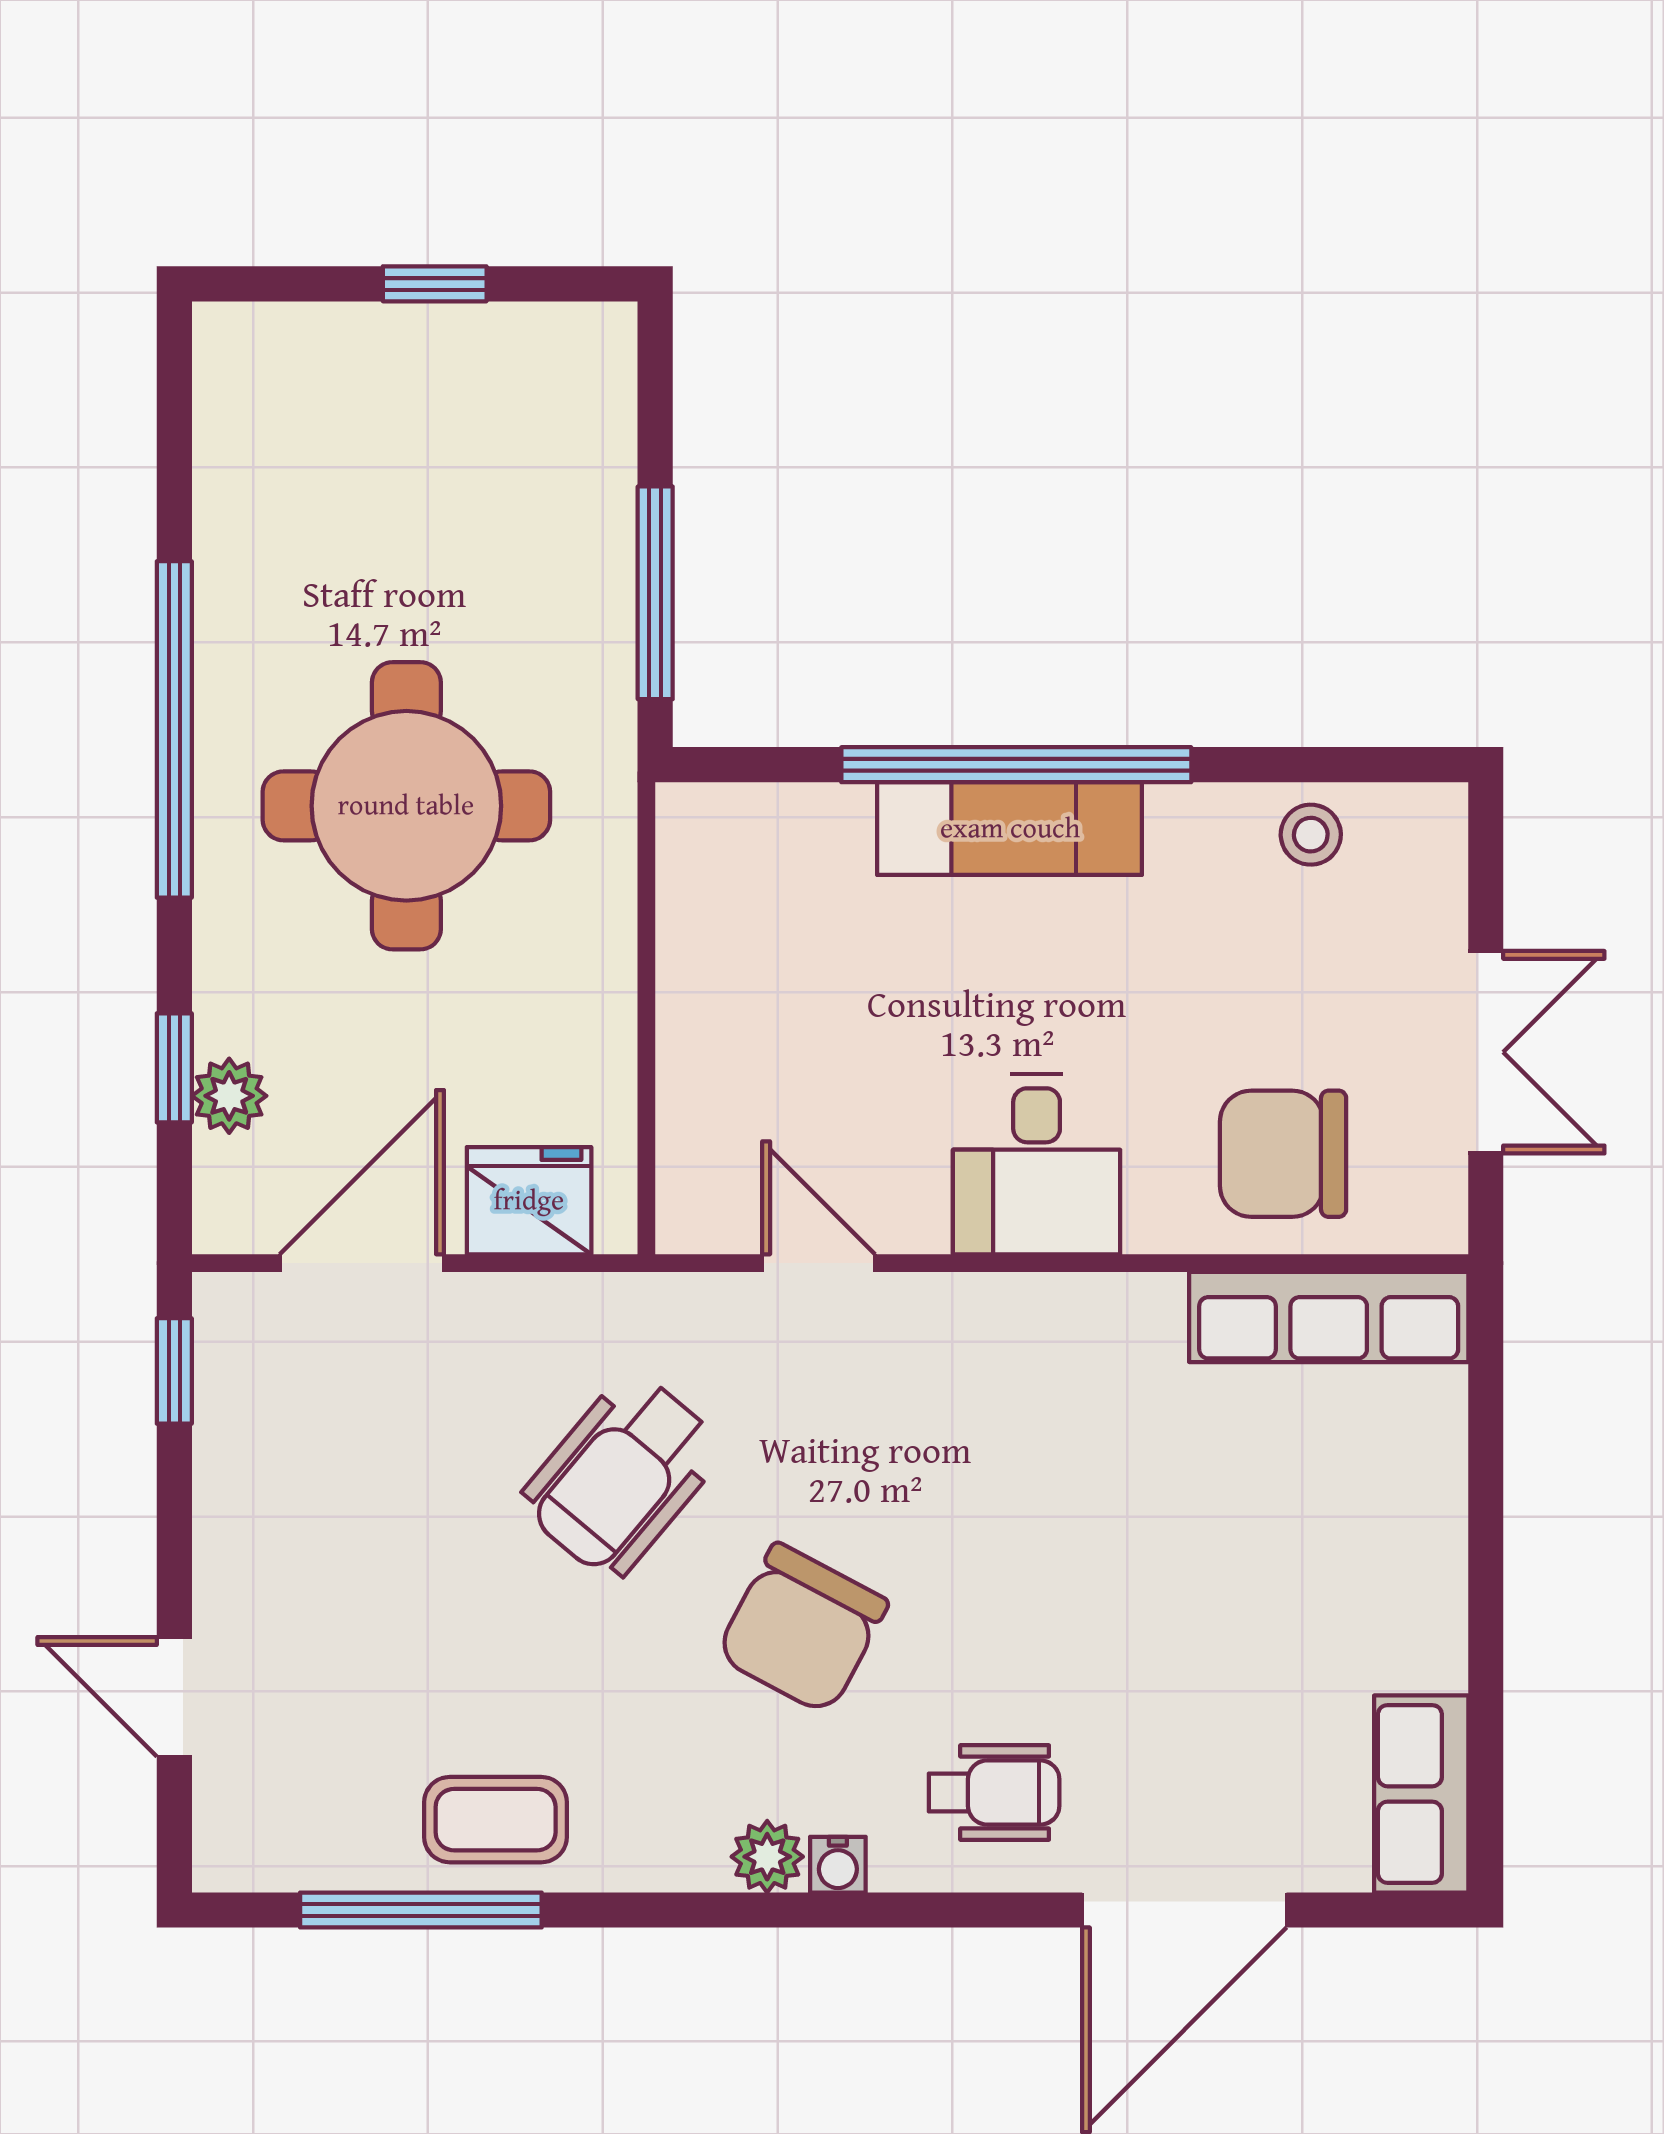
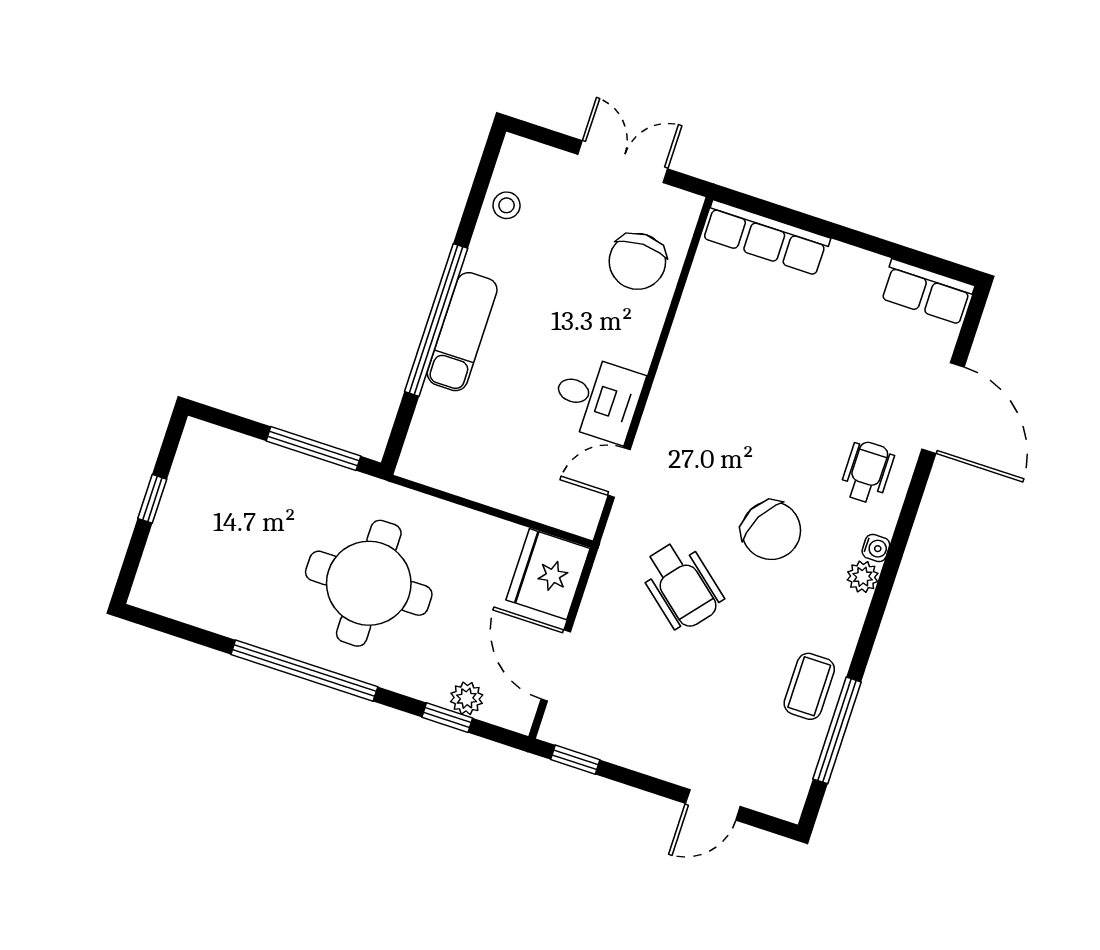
desk: (1037, 1164) -> (597, 399), moved
fridge: (529, 1201) -> (548, 574), width x1.36, depth x1.34
row of seats: (1329, 1317) -> (766, 238), moved, turned 90

